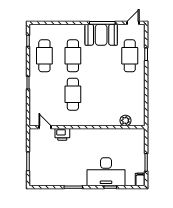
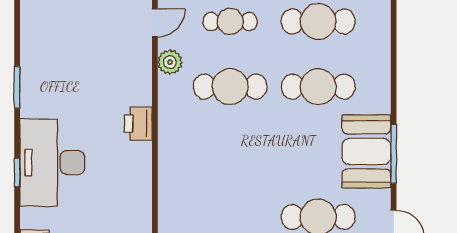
cafe table: (44, 94) -> (230, 21), added
plant: (126, 120) -> (170, 62), moved
printer: (62, 134) -> (138, 124), moved

